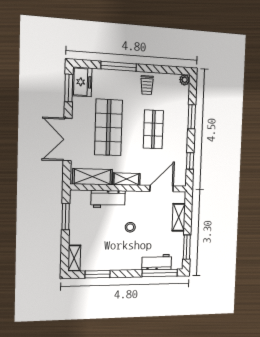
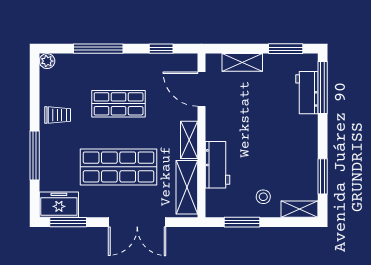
window: (192, 117) -> (98, 49), width x1.44
stool: (130, 227) -> (263, 197), moved

